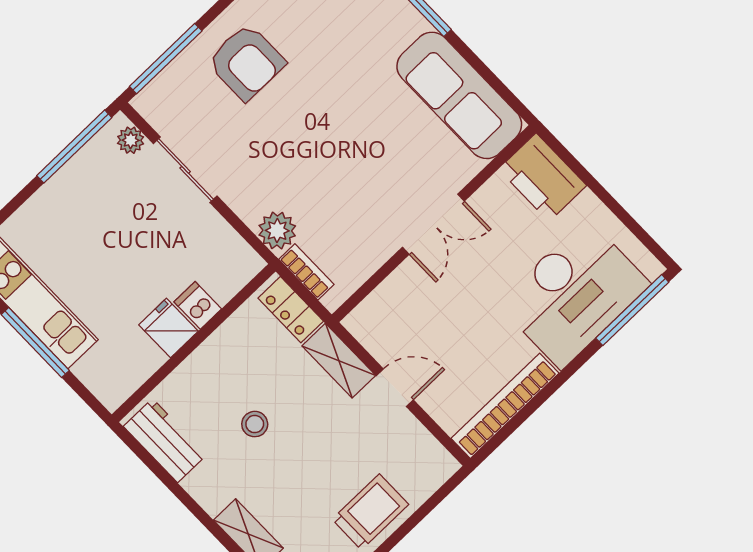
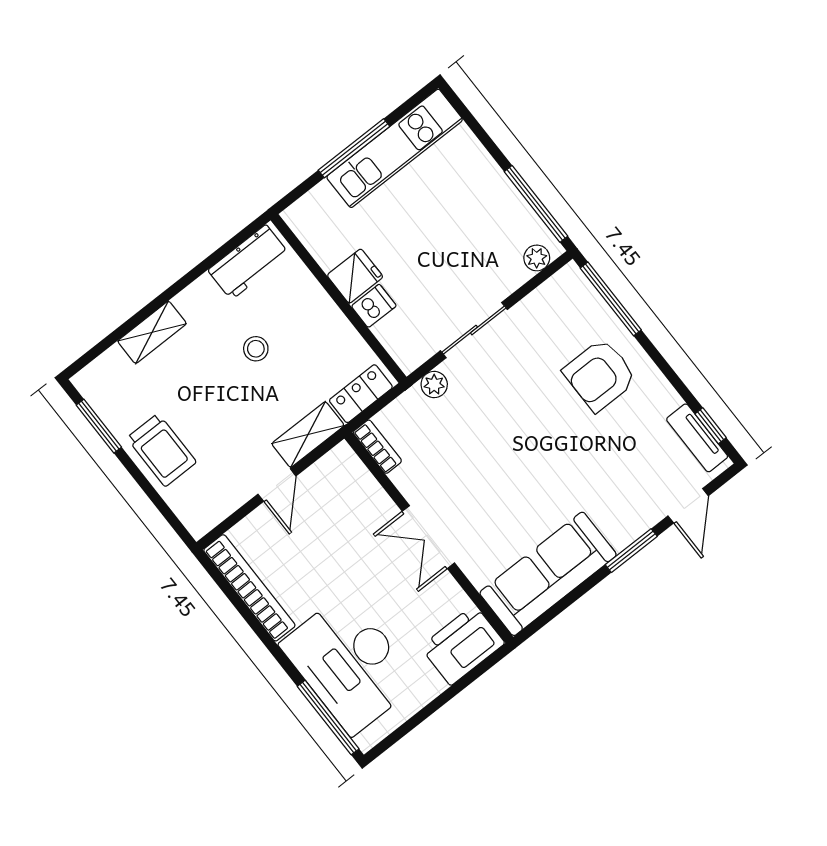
sliding door: (185, 170) -> (474, 330), moved
plant: (277, 231) -> (434, 385), width x0.73, depth x0.73
bookcase: (306, 272) -> (377, 447), moved, turned -90

